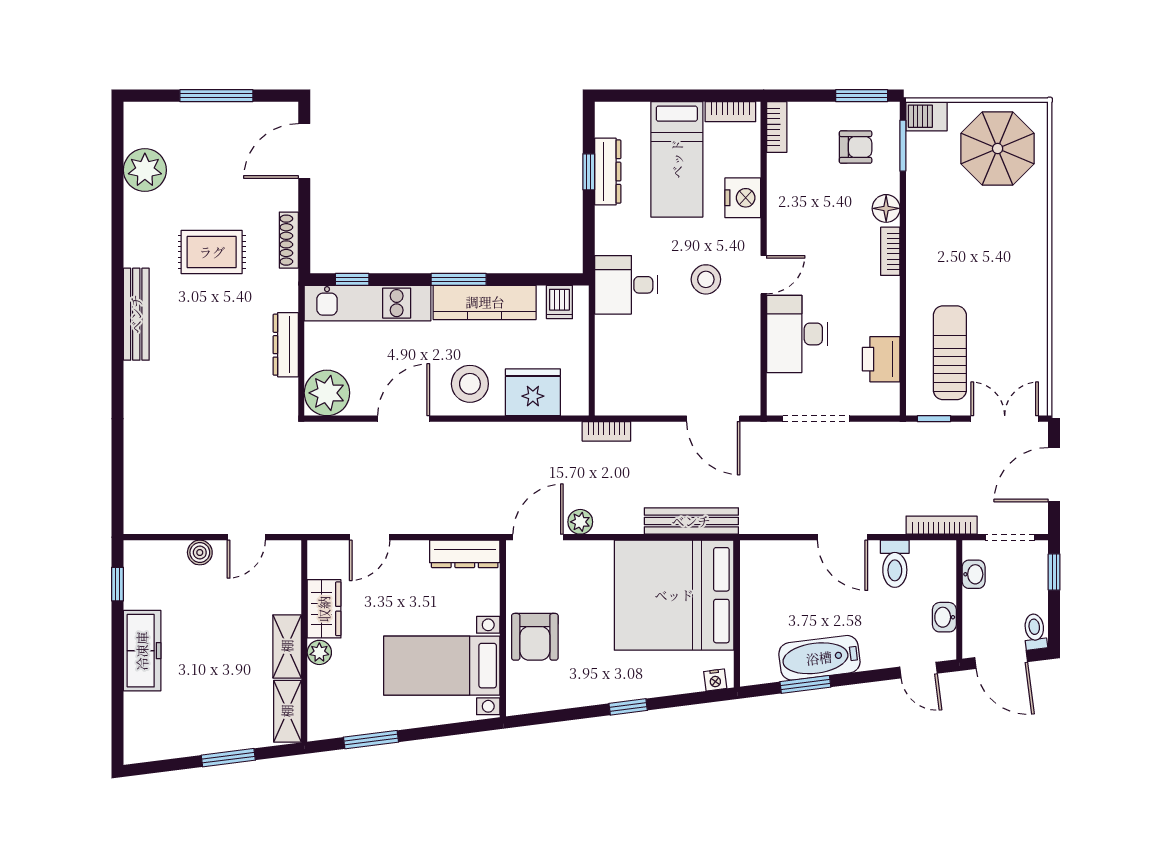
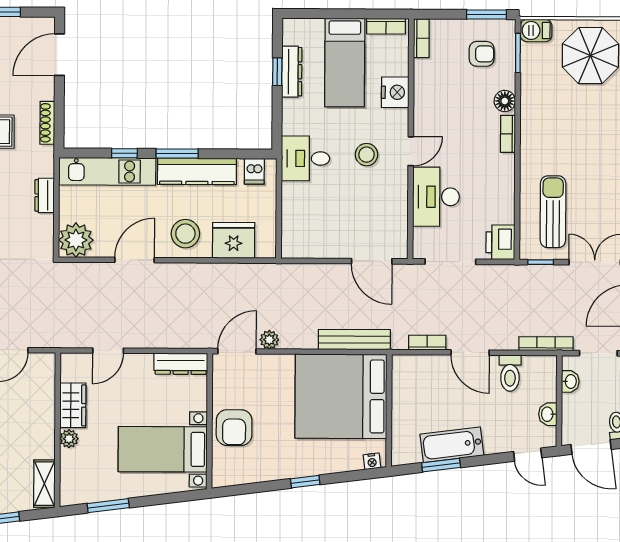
window: (352, 279) -> (124, 153), moved
dresser: (286, 345) -> (45, 195), width x0.70
printer: (881, 359) -> (500, 242), moved
bookcase: (606, 431) -> (427, 343), moved, turned 180
shelving: (287, 646) -> (44, 434), removed

